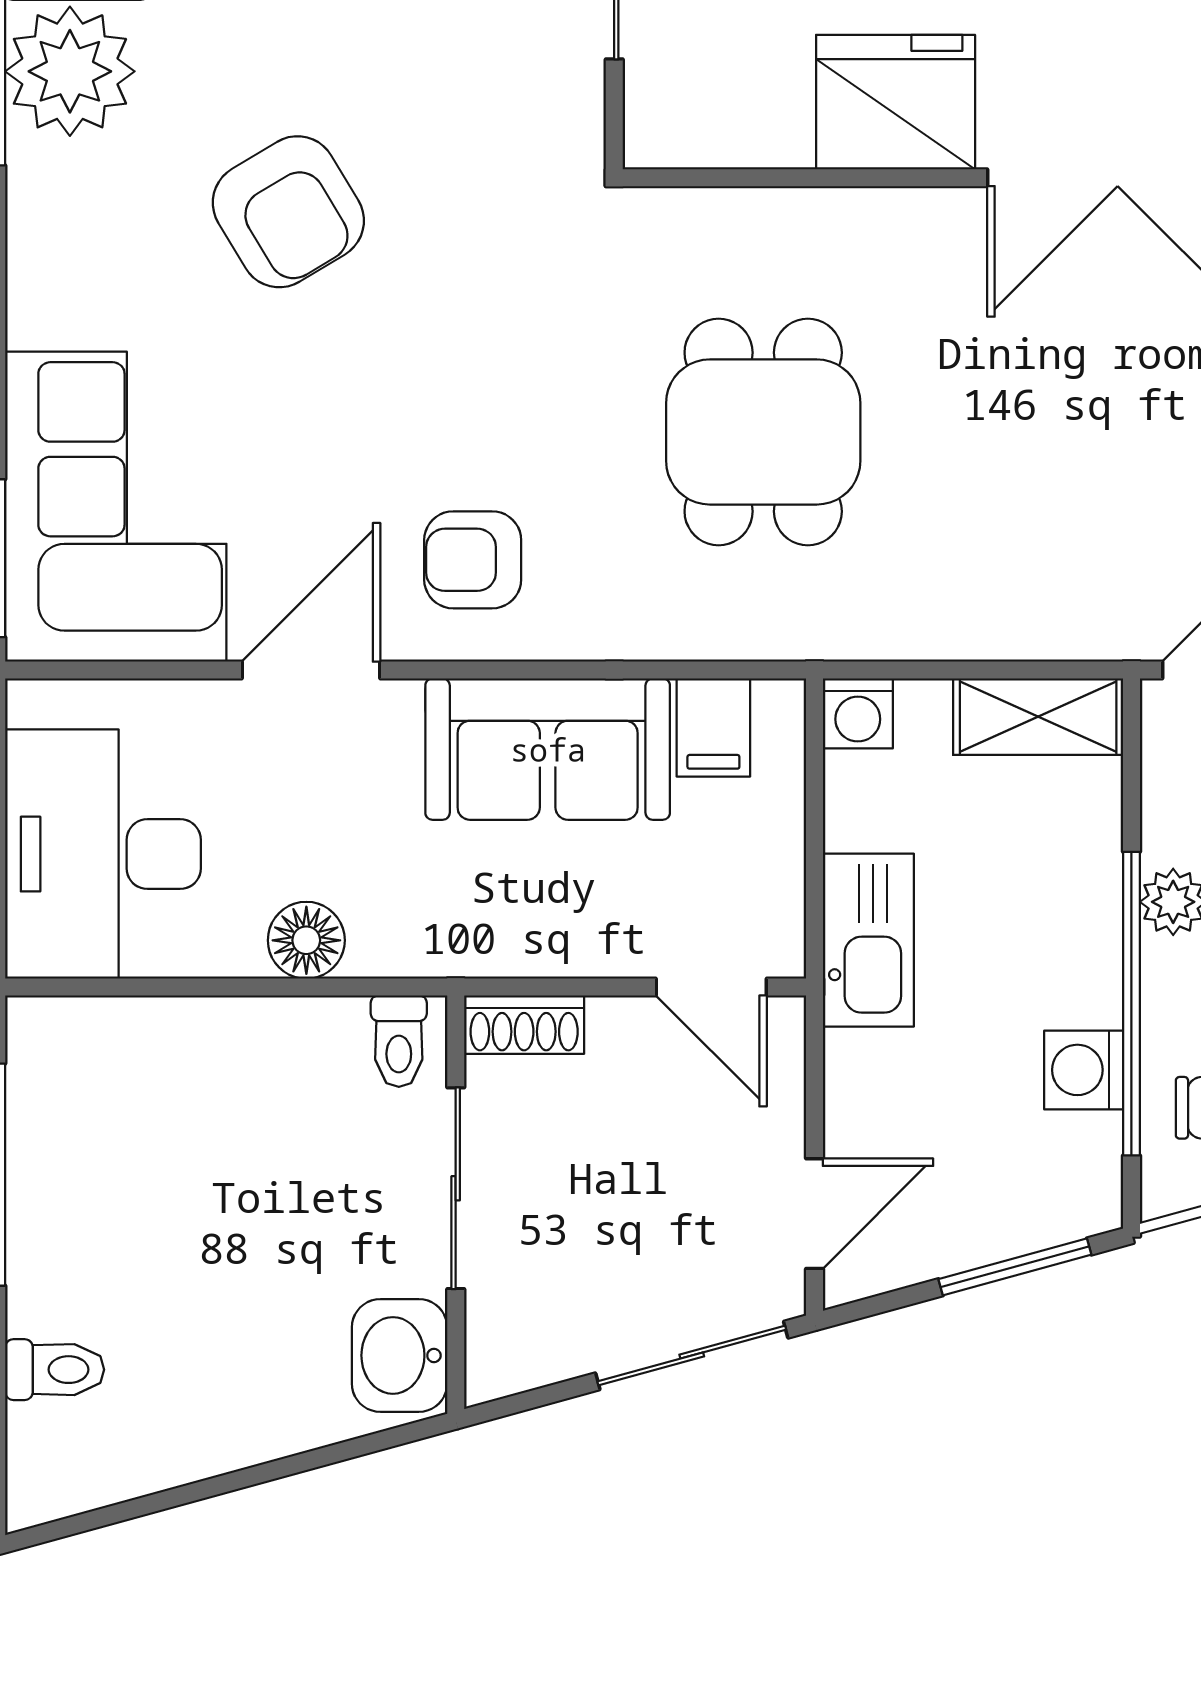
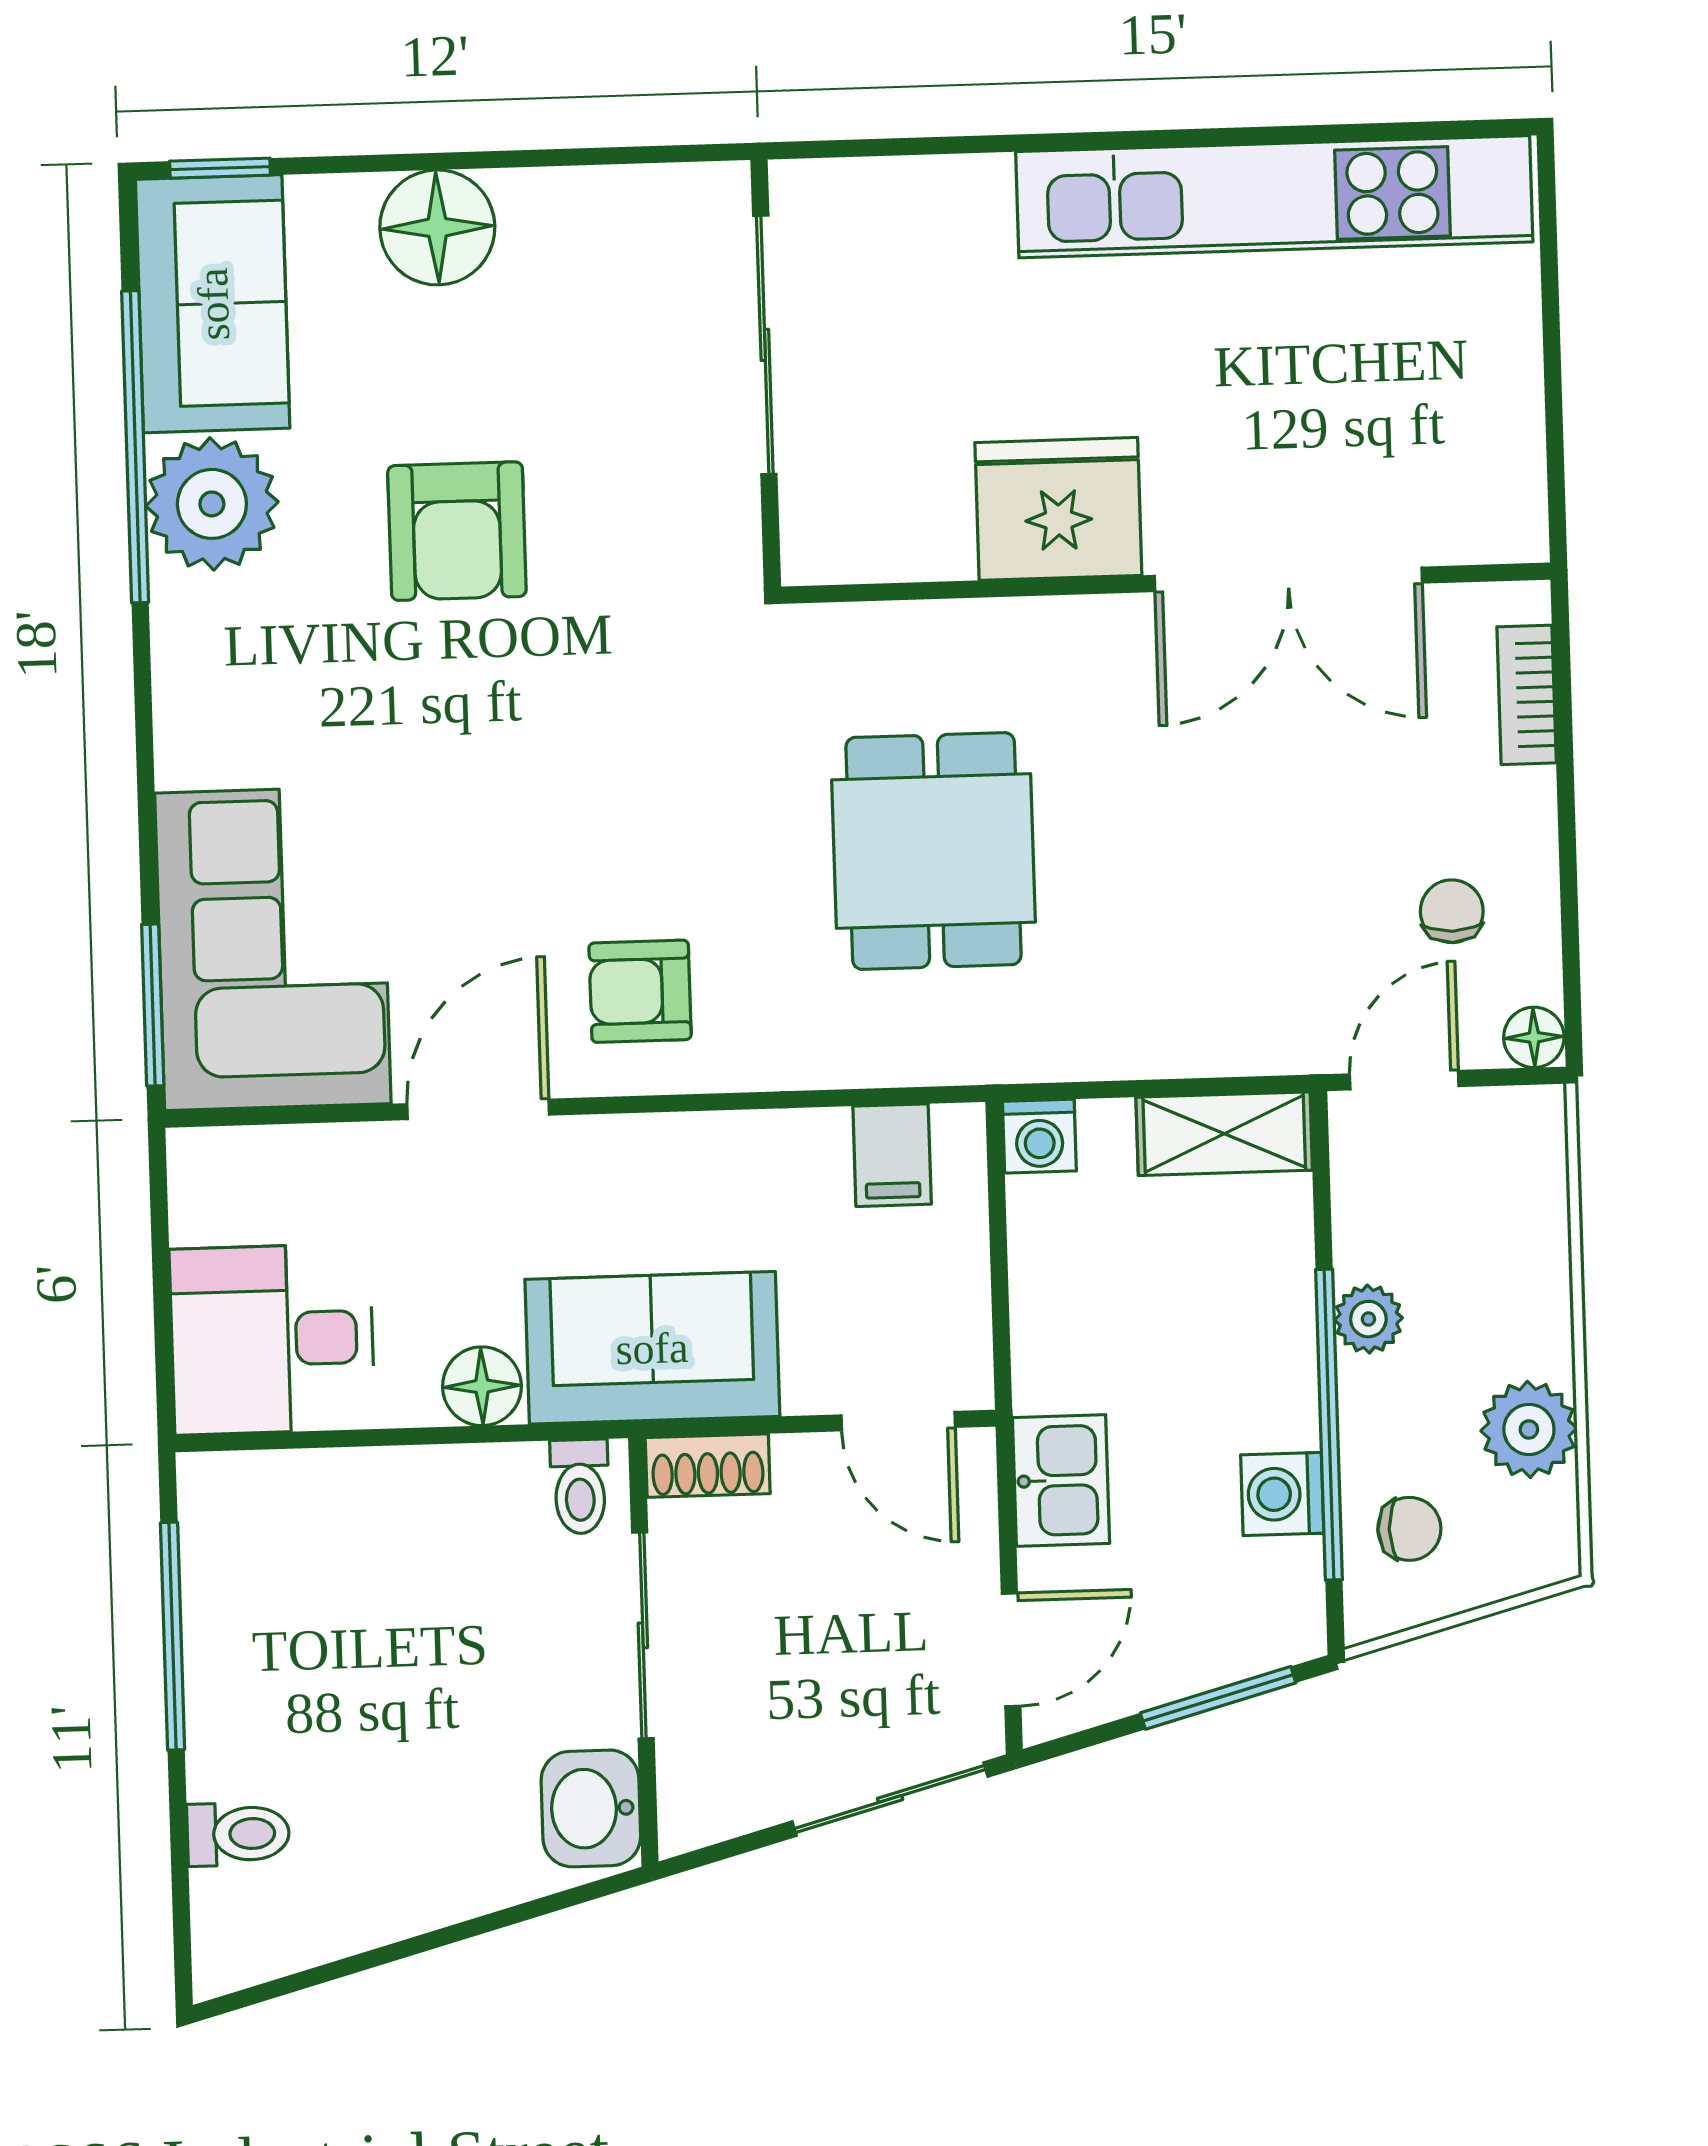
armchair: (288, 212) -> (457, 531), moved, turned 31
sofa: (548, 749) -> (652, 1348), moved, turned 180
desk: (103, 854) -> (272, 1339), width x0.73
kitchen sink: (868, 940) -> (1061, 1480), moved, width x0.73

